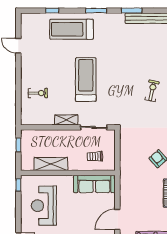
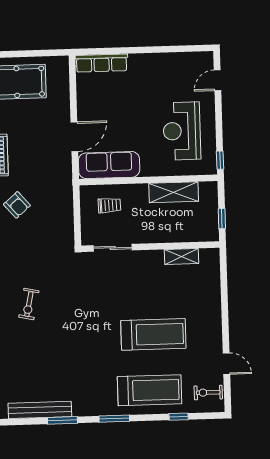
treadmill: (86, 80) -> (153, 334), moved, turned -90
exercise bike: (38, 93) -> (208, 392), moved
shelving: (66, 120) -> (181, 257), moved
reception desk: (44, 206) -> (182, 131), turned 180
door: (117, 219) -> (74, 137), moved

